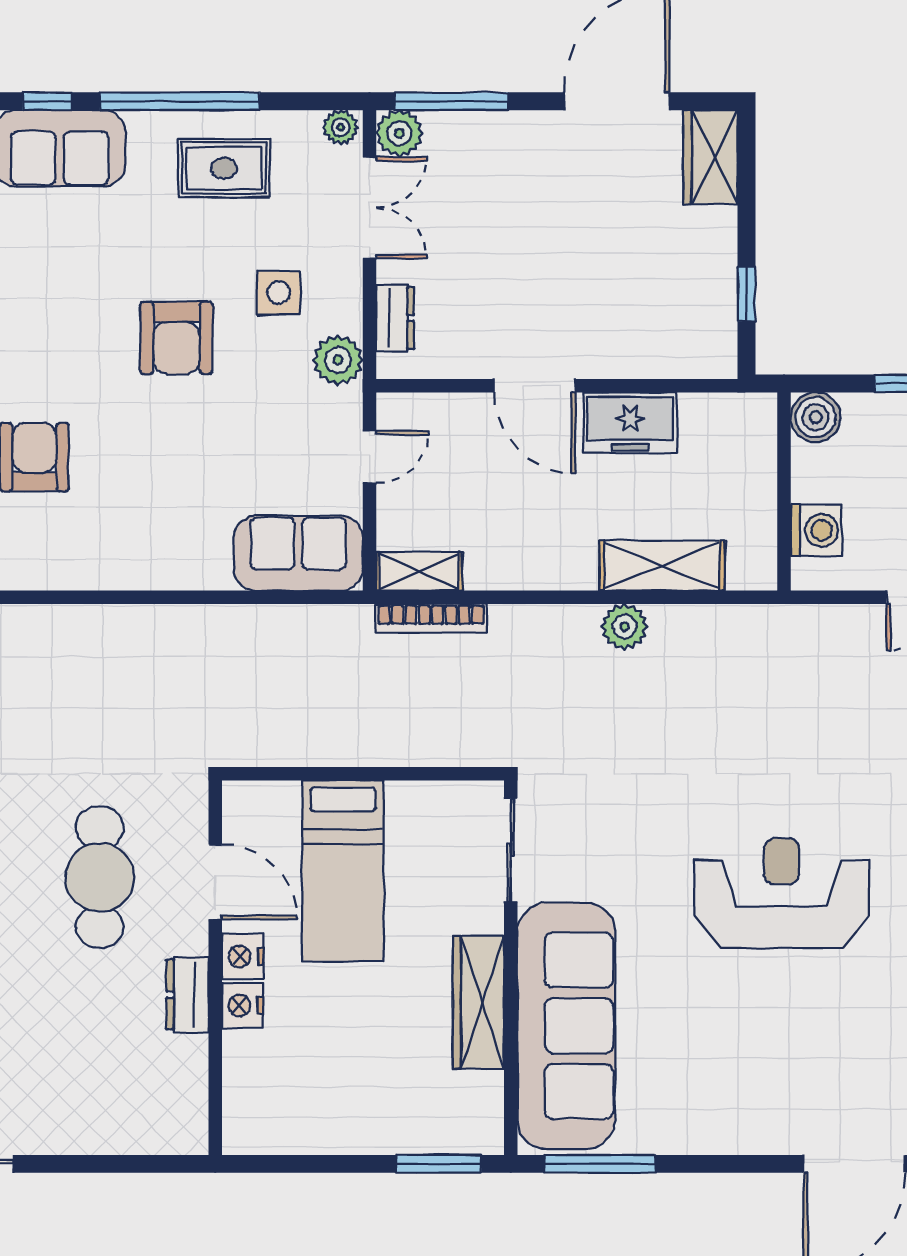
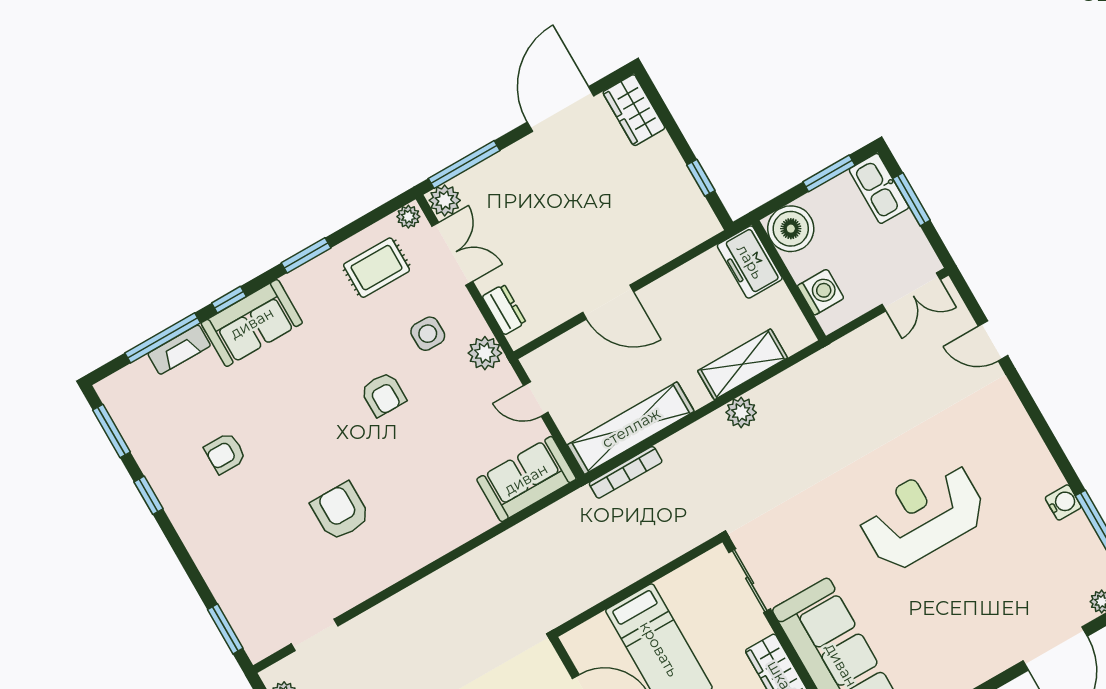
window: (180, 101) -> (306, 255), width x0.47
rug: (224, 168) -> (377, 268), moved
armchair: (176, 338) -> (383, 394), width x0.72, depth x0.72
boiler: (816, 417) -> (791, 229), width x1.37, depth x1.37
freezer: (630, 423) -> (750, 262), moved, turned 90
door: (370, 457) -> (536, 399), swing flipped
shelving: (419, 571) -> (631, 428), width x2.20, depth x1.33

